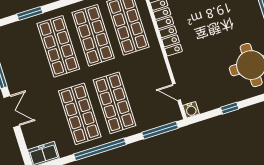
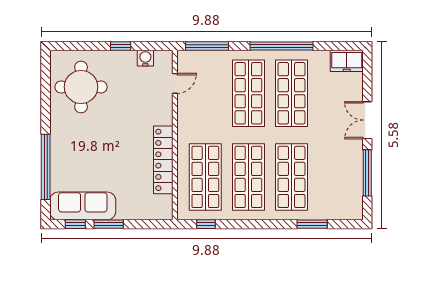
door: (177, 92) -> (175, 83), hinge flipped
water cooler: (191, 110) -> (145, 58), moved

